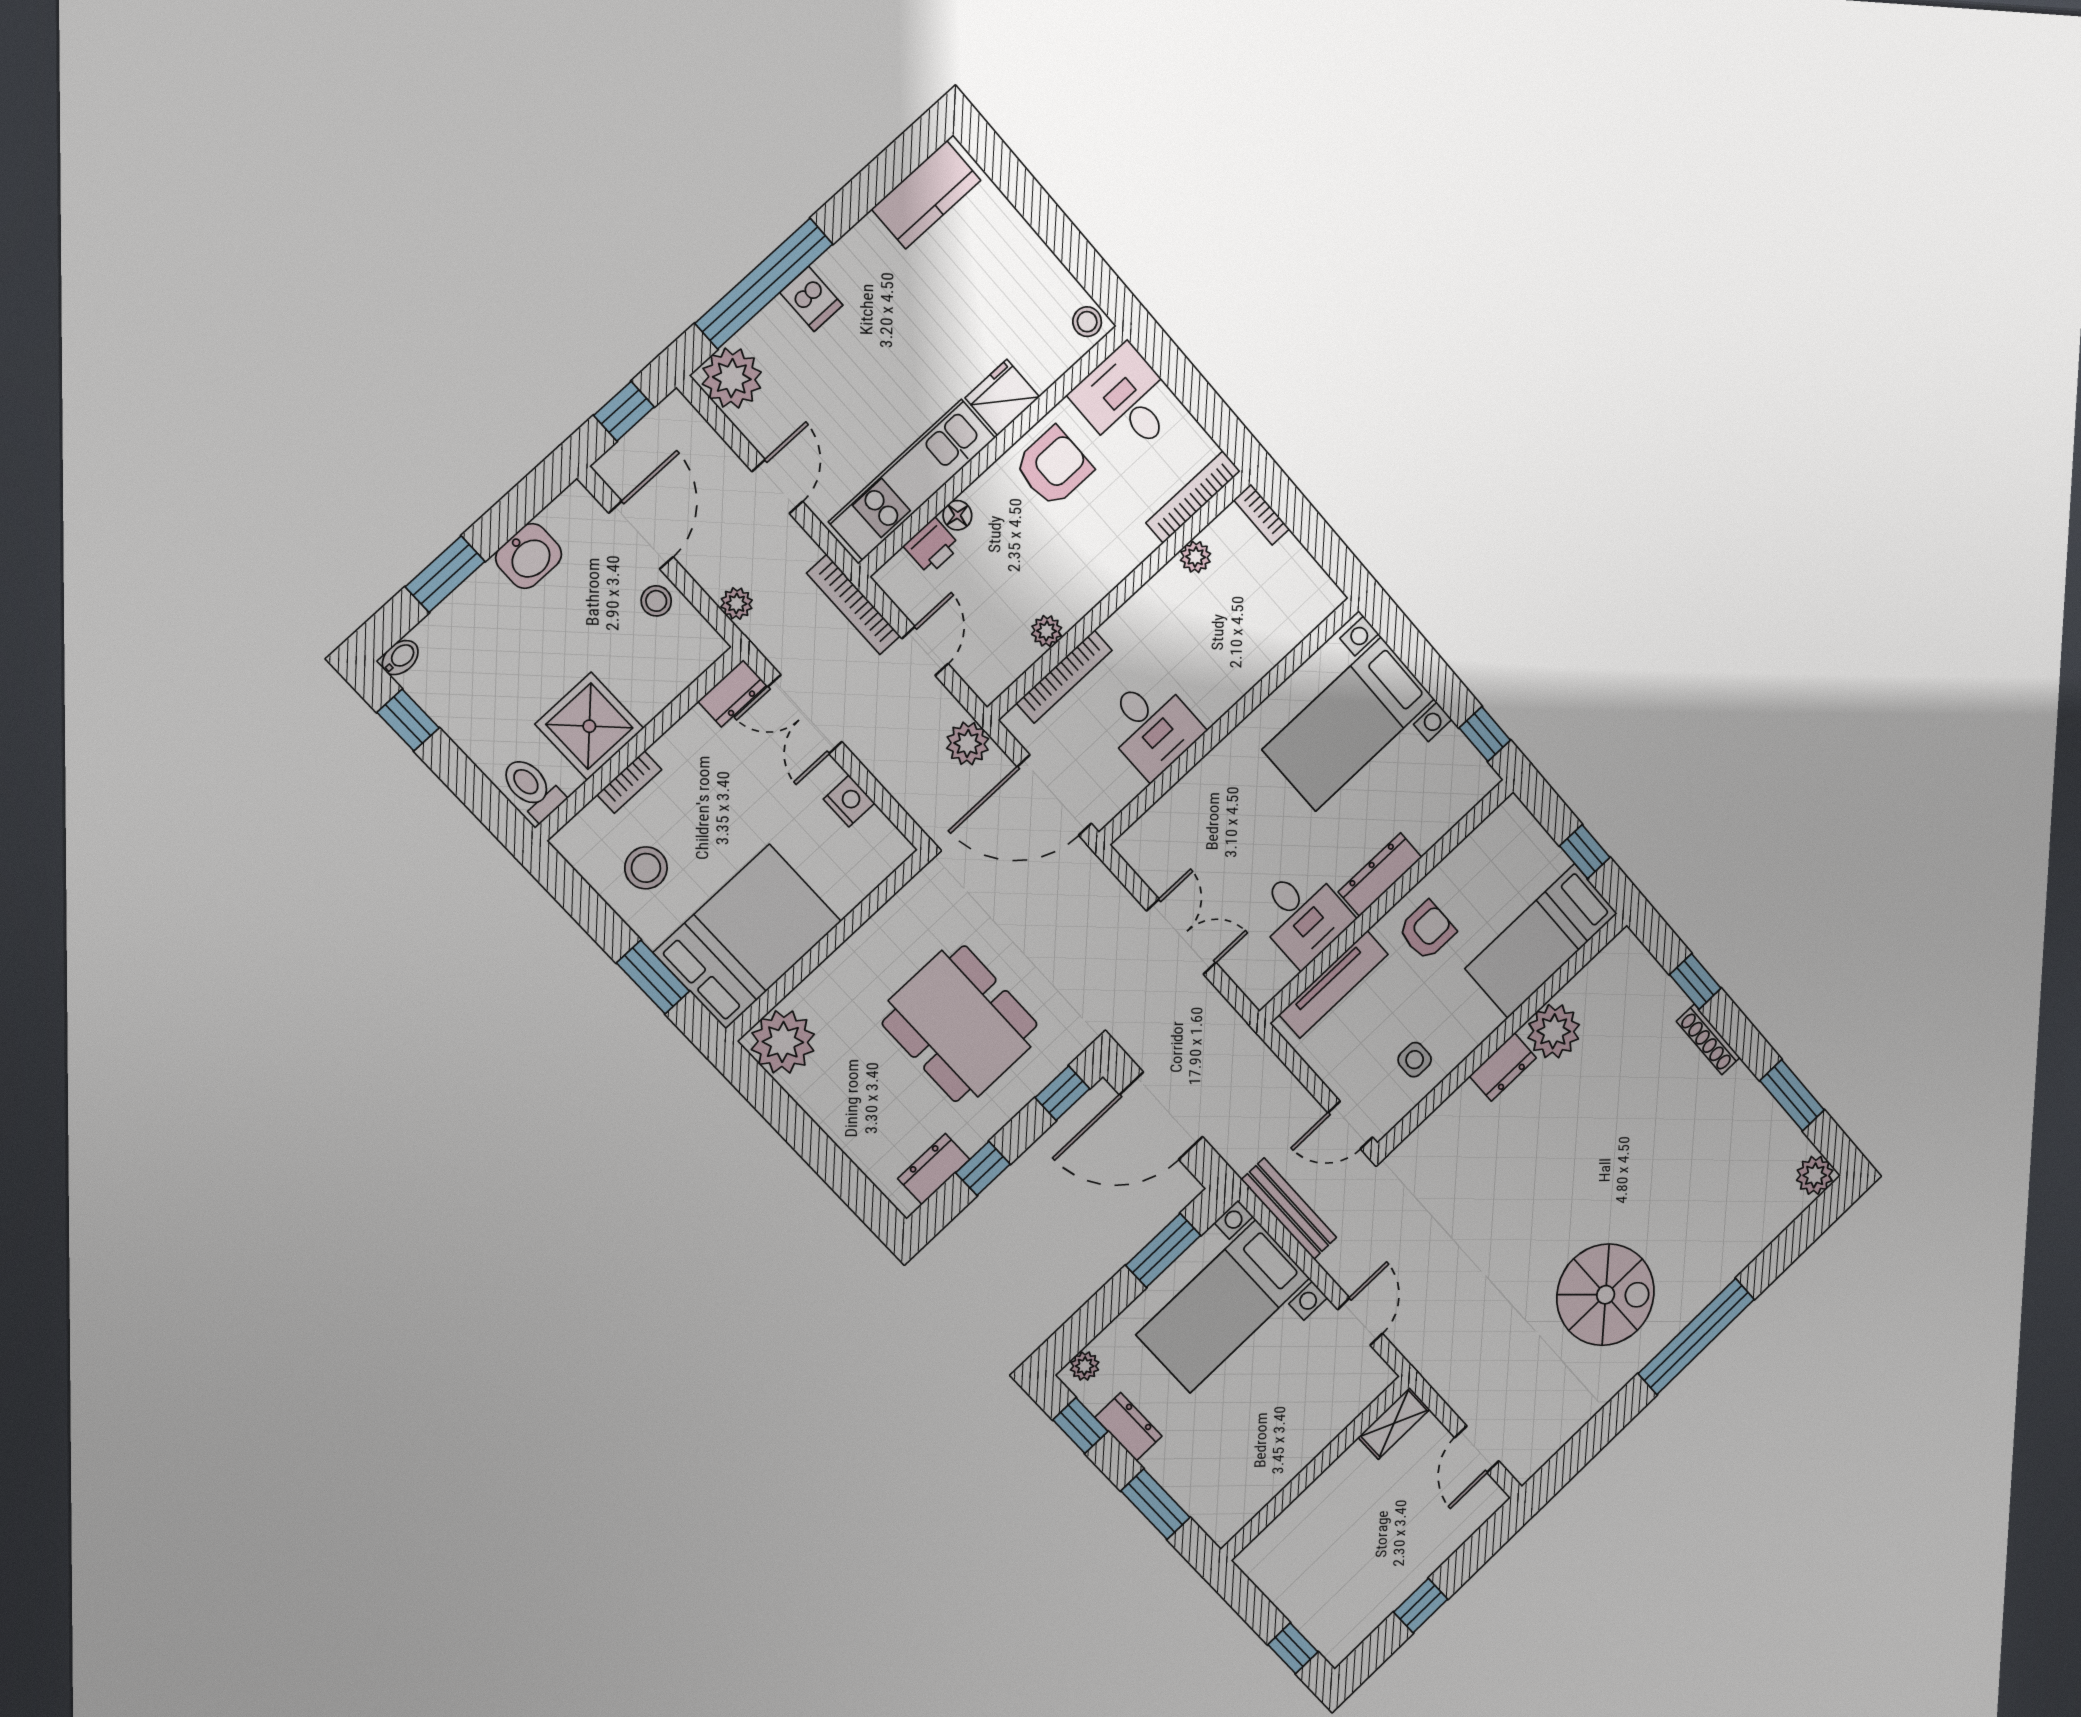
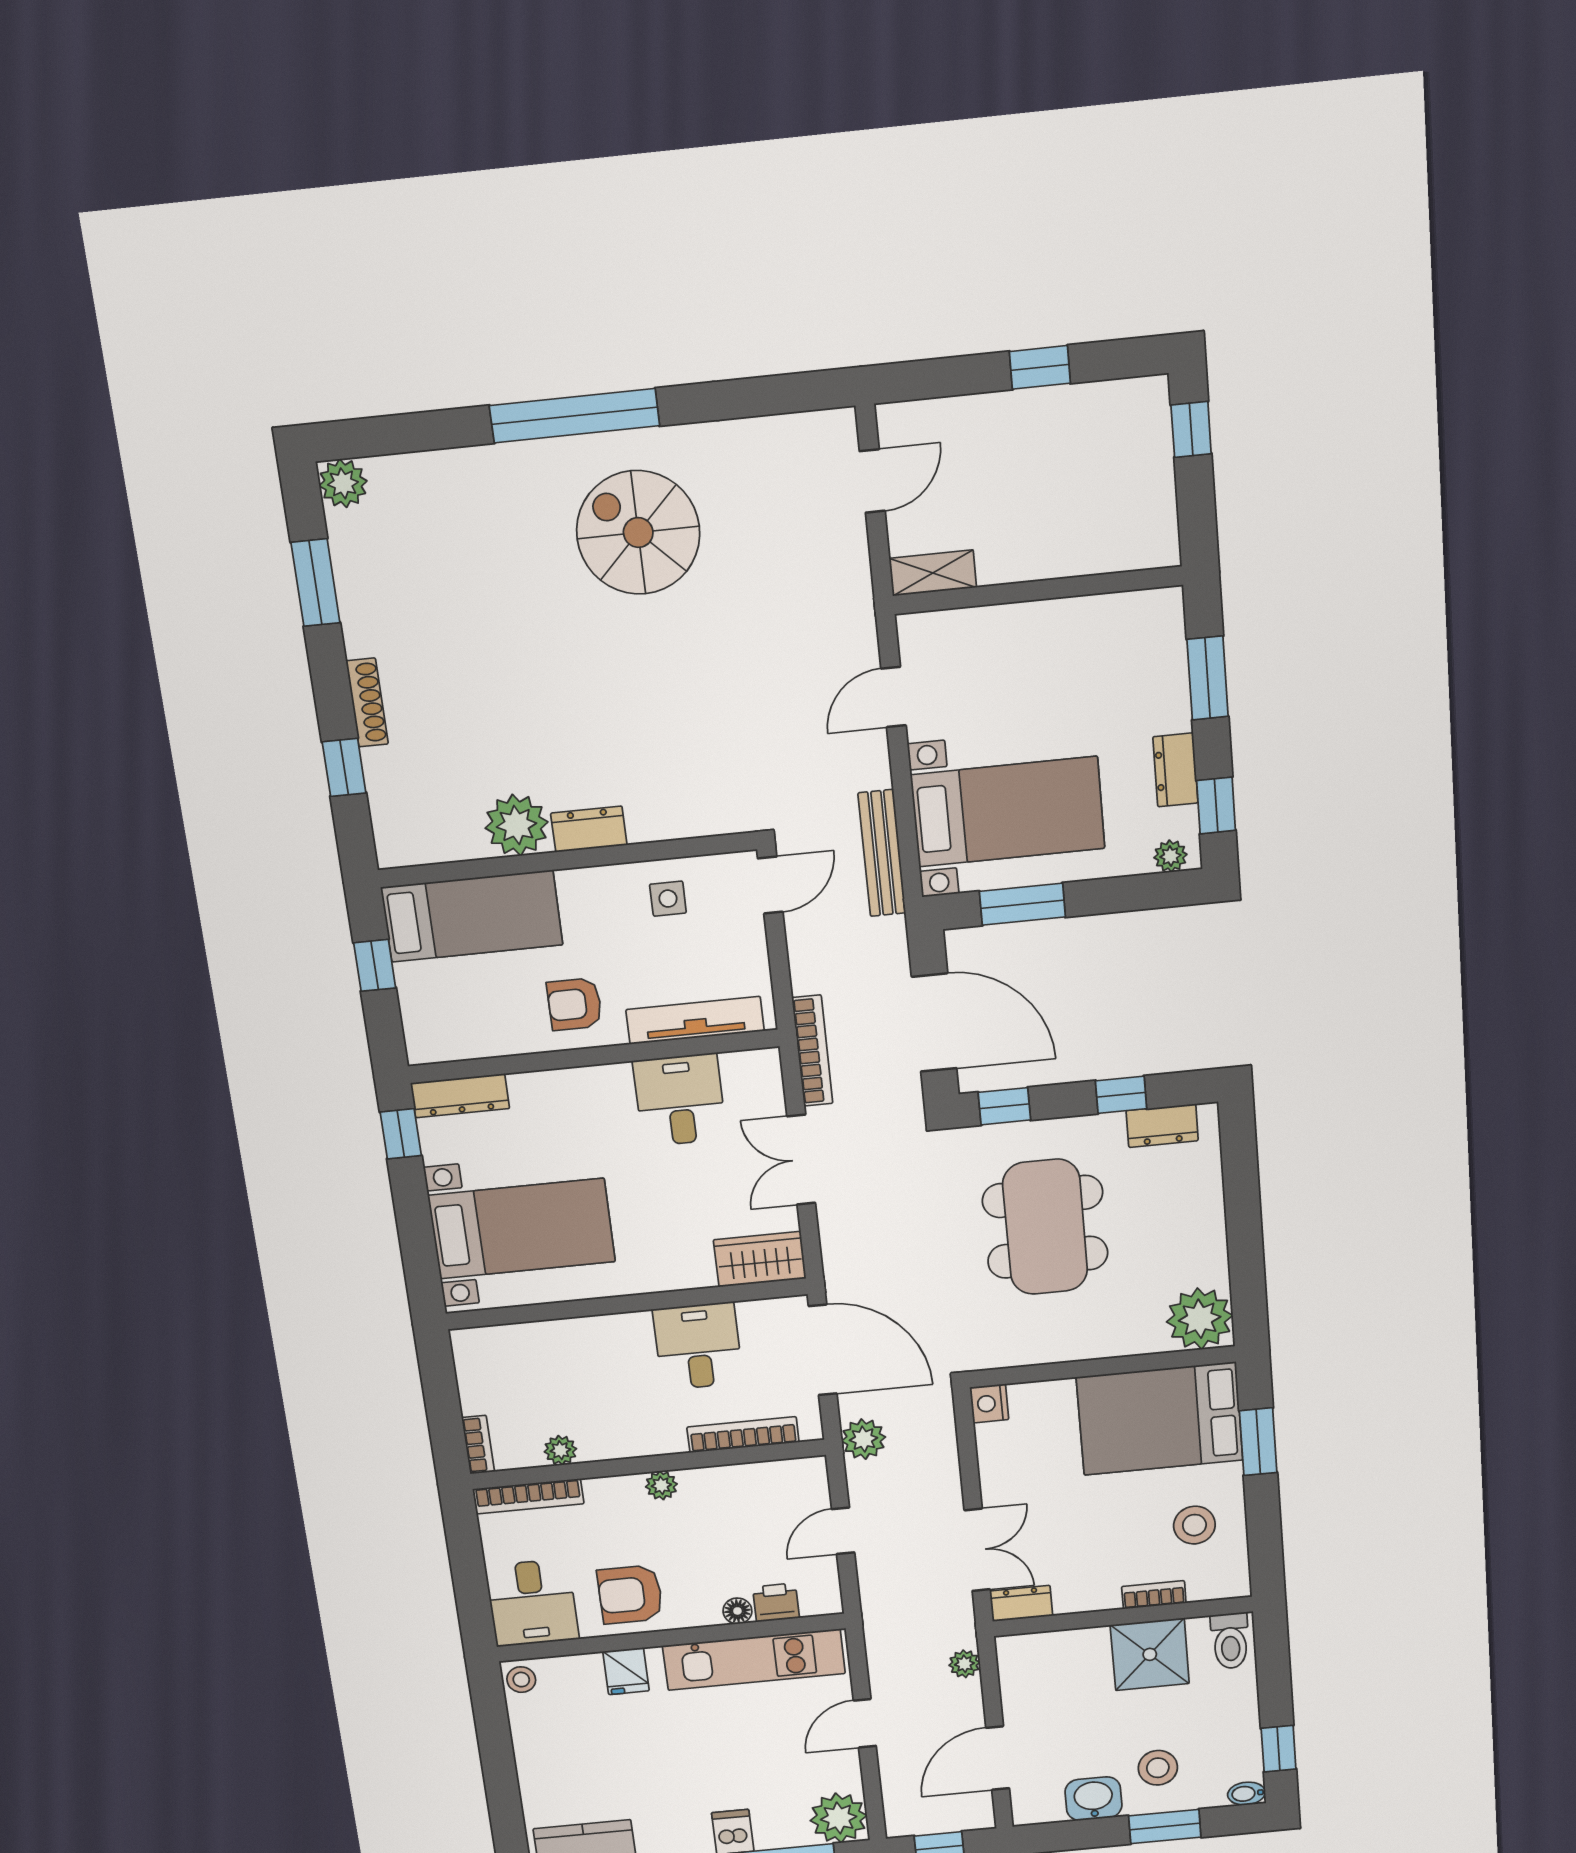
fridge: (1002, 397) -> (626, 1671), width x0.72
stool: (656, 601) -> (1158, 1768), moved, width x1.37, depth x1.37
bookcase: (854, 605) -> (812, 1051), moved
plant: (1047, 631) -> (661, 1485), moved
nightstand: (849, 801) -> (989, 1403), moved
wardrobe: (1155, 834) -> (760, 1259), added
dresser: (1380, 875) -> (460, 1096), moved
door: (1350, 1125) -> (770, 885), hinge flipped

